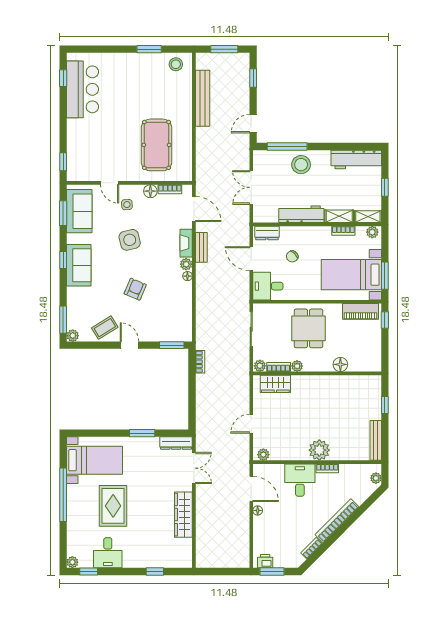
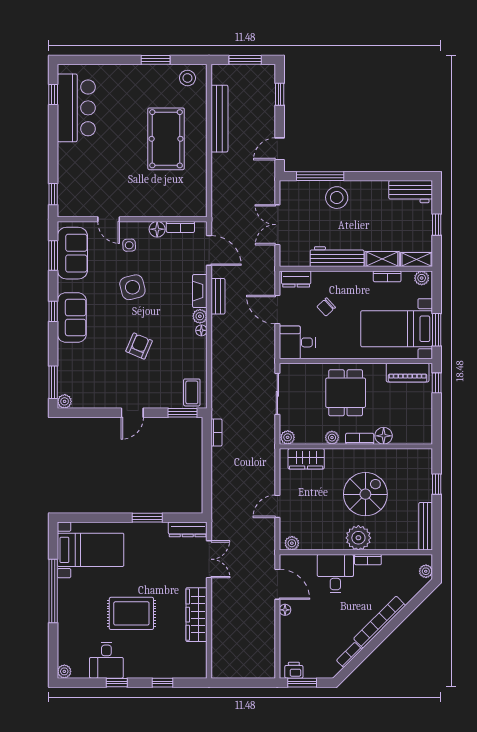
pool table: (156, 145) -> (166, 139), moved
workbench: (356, 160) -> (411, 192), width x0.73
coffee table: (105, 328) -> (192, 392), moved, turned -58
door: (130, 345) -> (132, 413), swing flipped
bookcase: (279, 367) -> (360, 439), moved
spiral stairs: (325, 413) -> (365, 494), added
rug: (113, 506) -> (131, 613), moved, turned 90
window: (89, 572) -> (117, 683), moved

